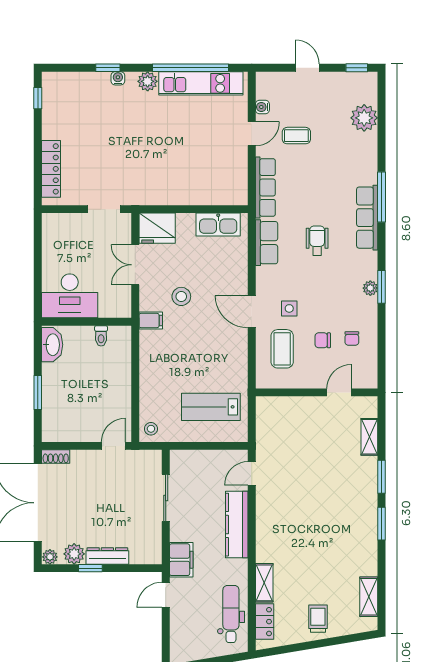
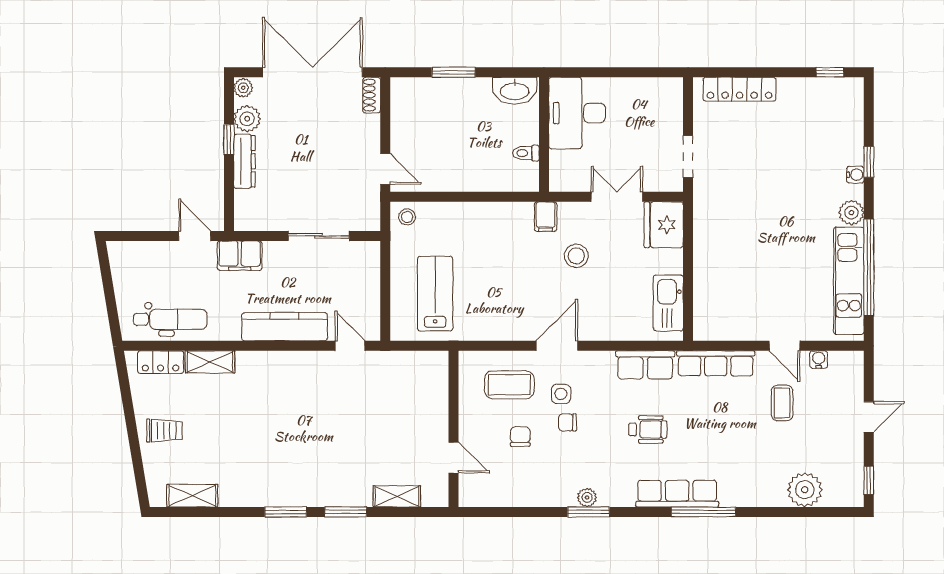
chair: (352, 338) -> (568, 422), moved

